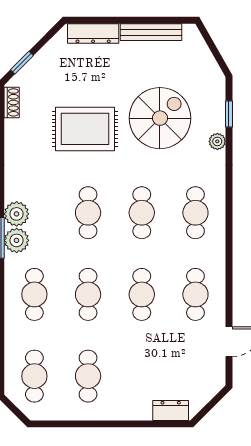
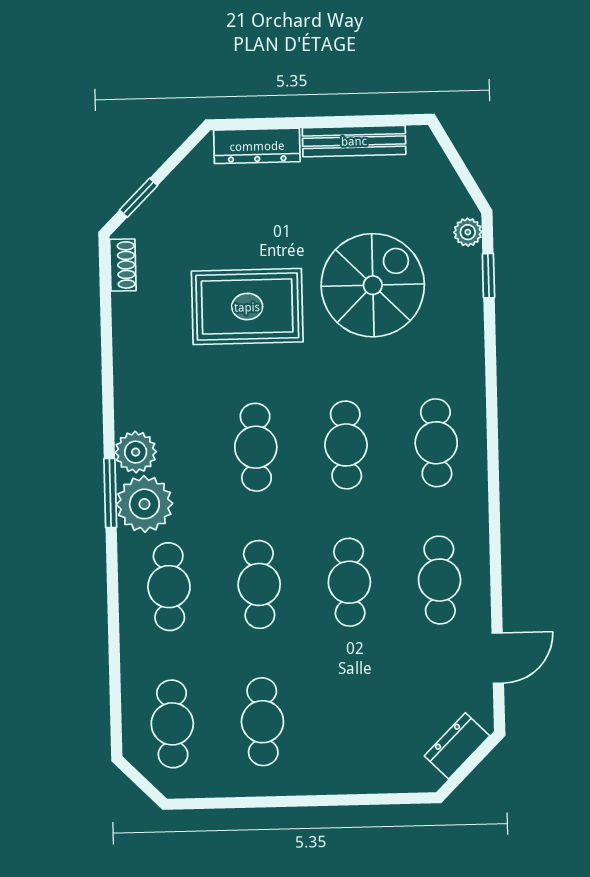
plant: (217, 141) -> (468, 232), moved
plant: (17, 240) -> (144, 504), width x1.36, depth x1.36
dresser: (171, 411) -> (457, 746), moved, turned -45

